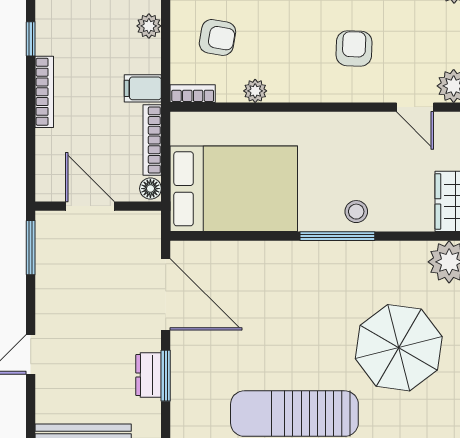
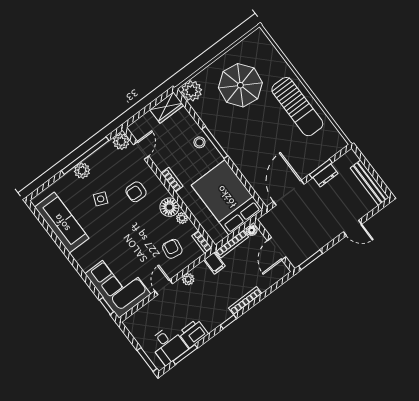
floor lamp: (288, 84) -> (169, 207), added
bookcase: (329, 122) -> (172, 180), added

